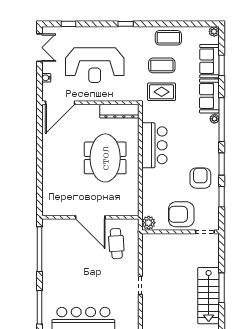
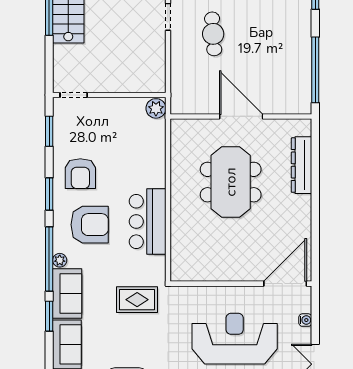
coffee table: (162, 65) -> (137, 338), removed
window: (222, 65) -> (49, 316), moved
dresser: (119, 111) -> (302, 165), moved, turned -90
meeting table: (105, 158) -> (231, 182), moved
window: (222, 197) -> (49, 131), moved
armchair: (181, 214) -> (90, 225), moved
cafe table: (116, 244) -> (213, 34), moved

